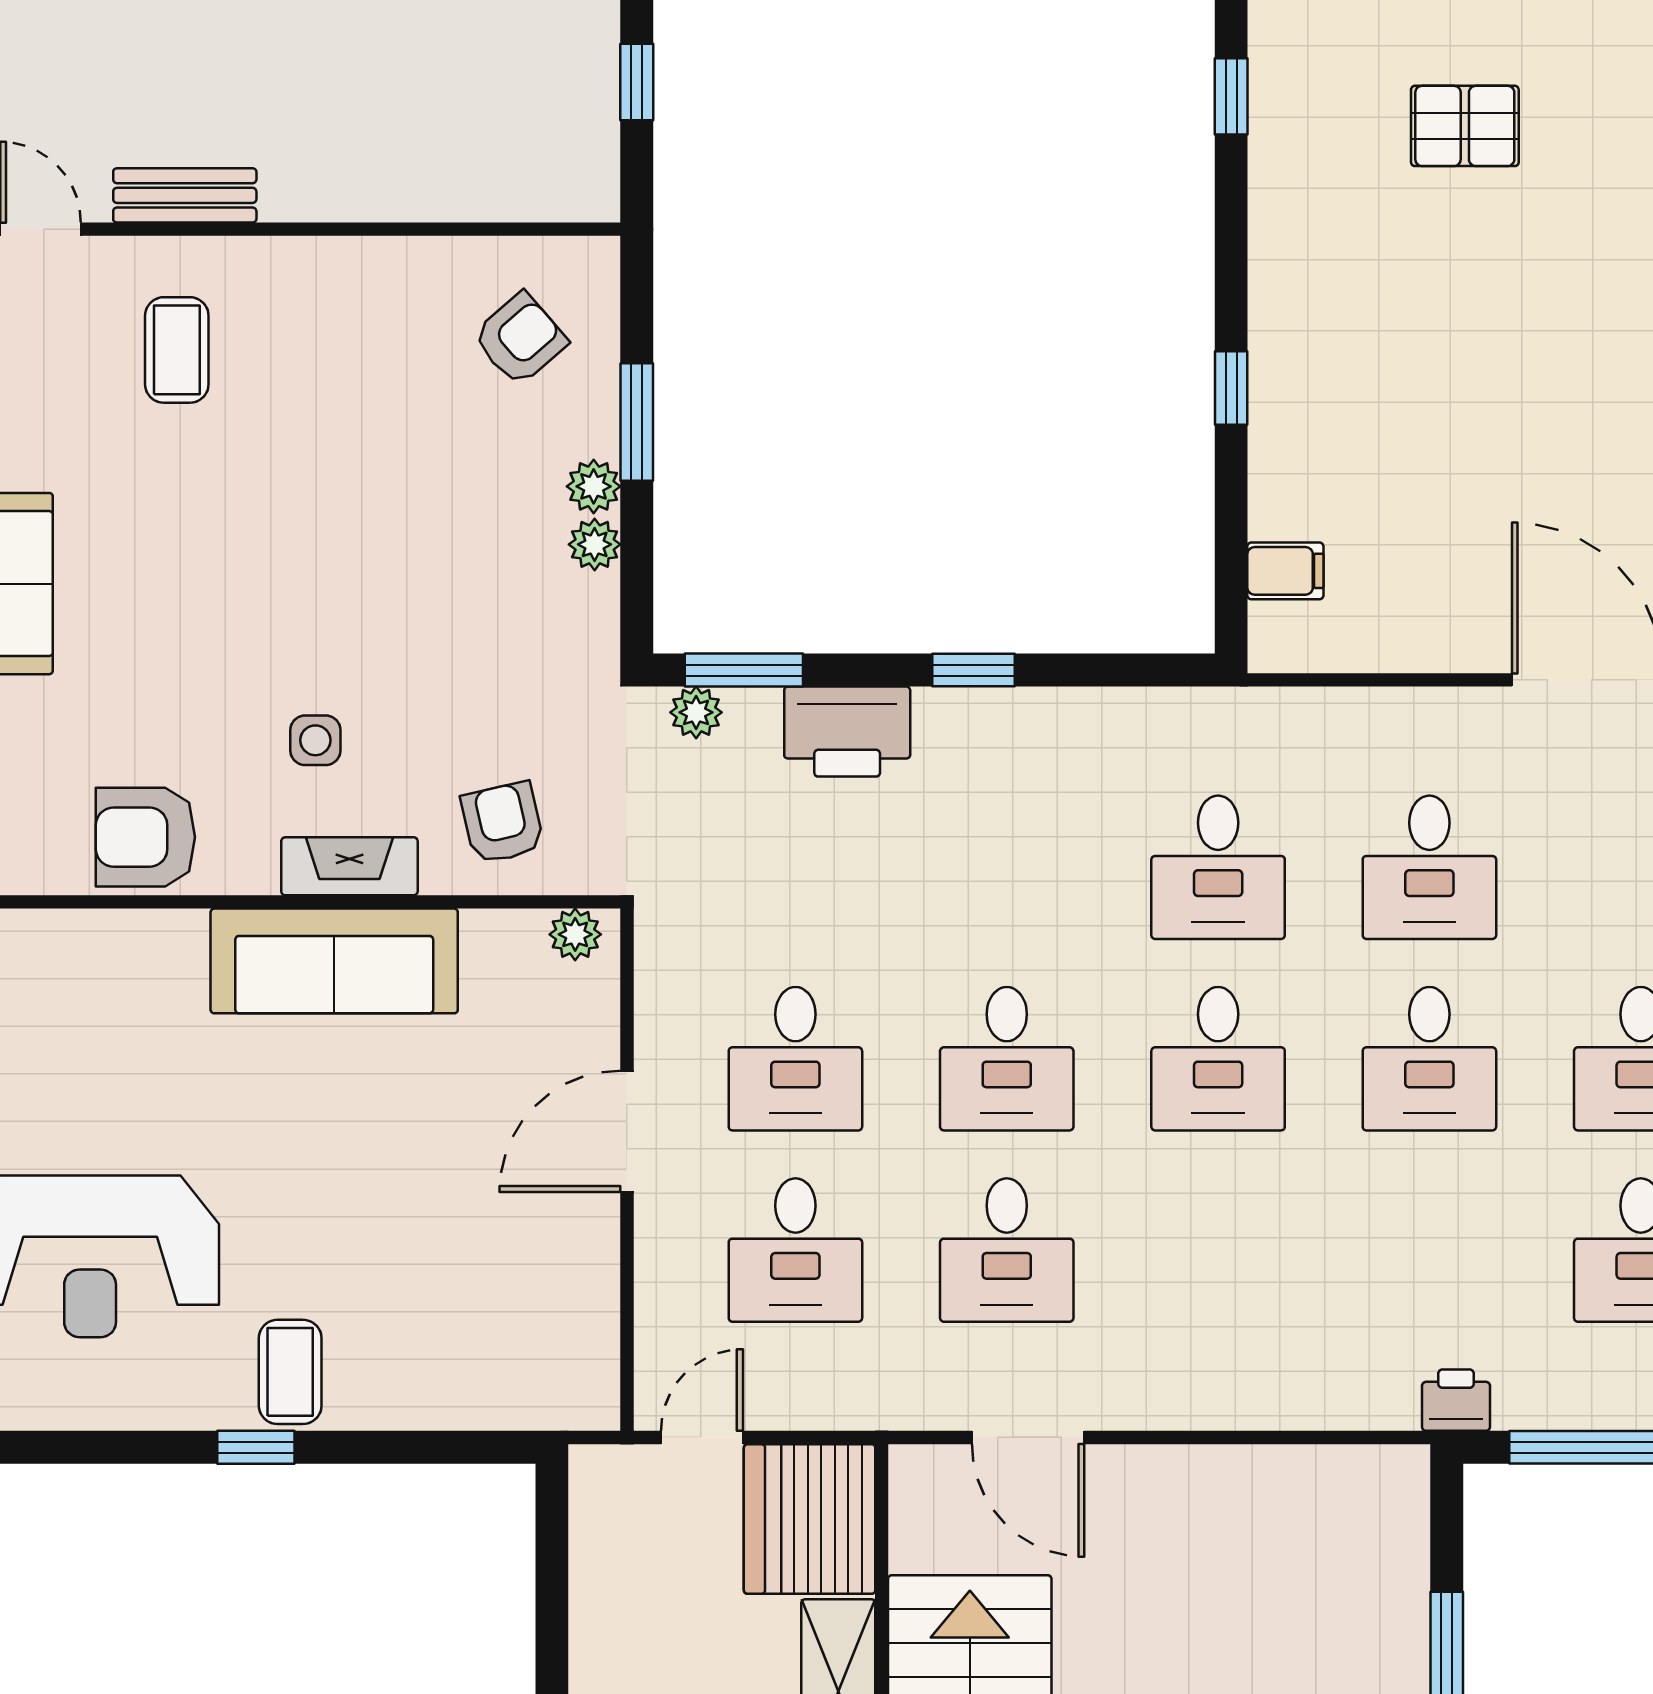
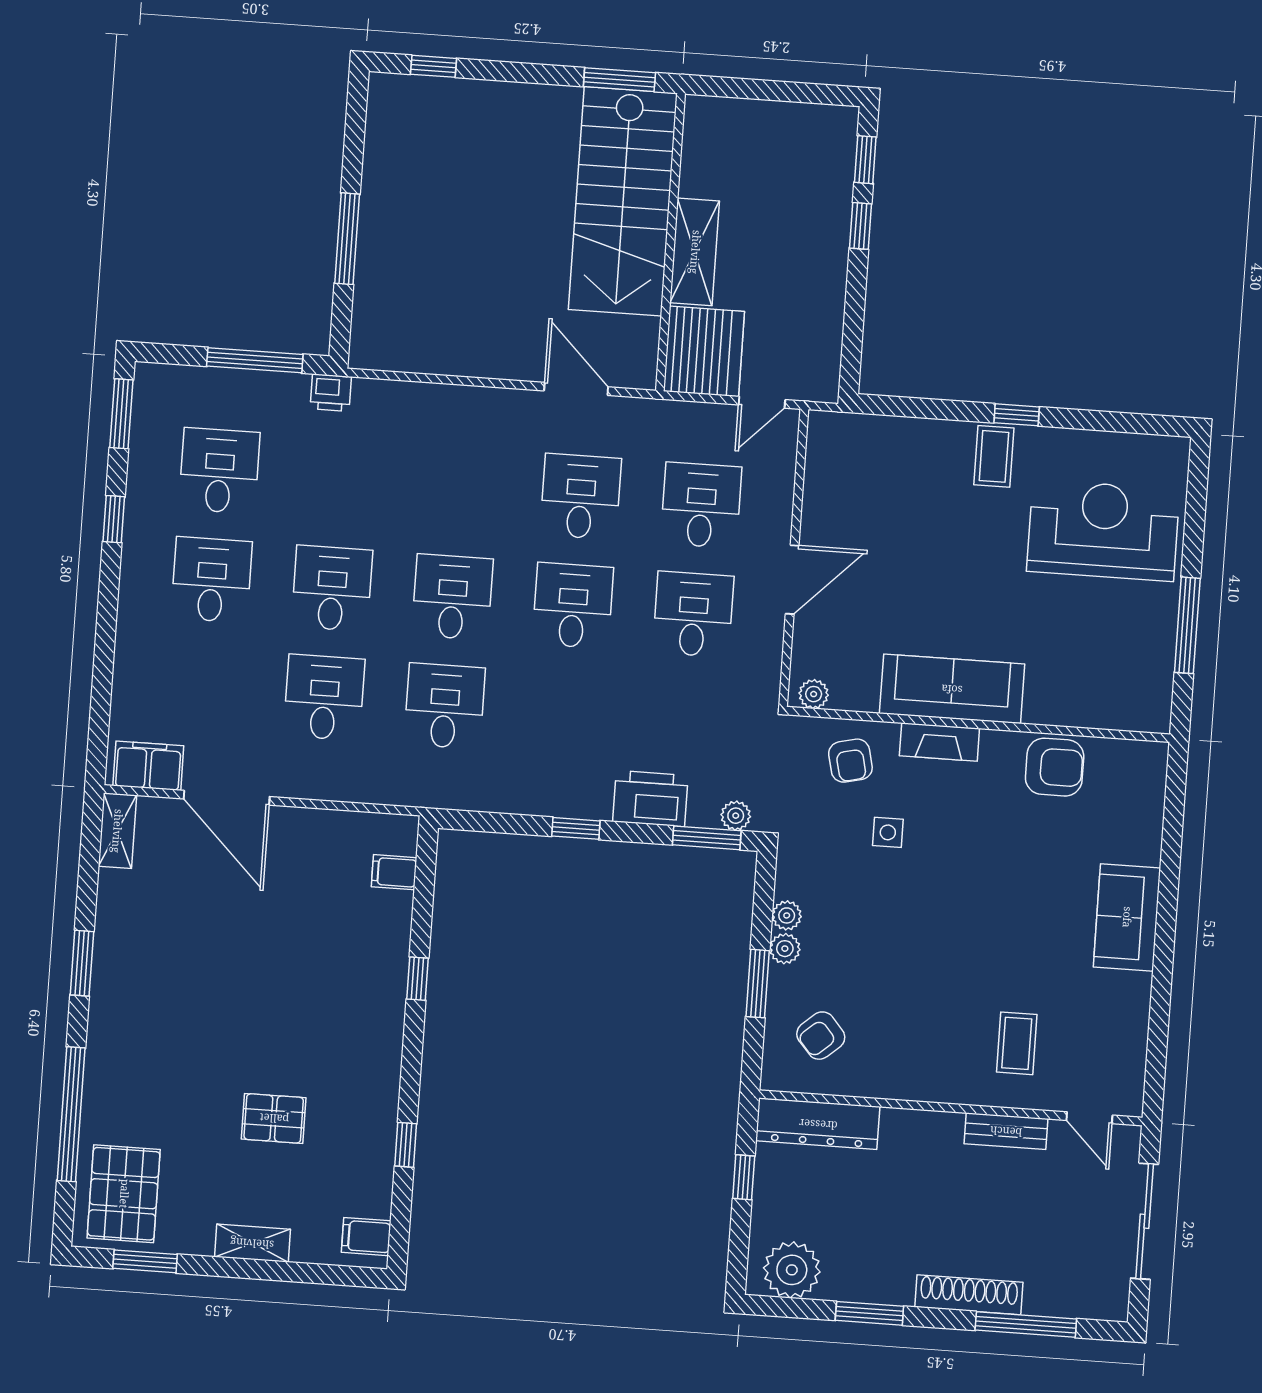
dresser: (514, 185) -> (818, 1124), added
side table: (315, 740) -> (888, 832), moved

